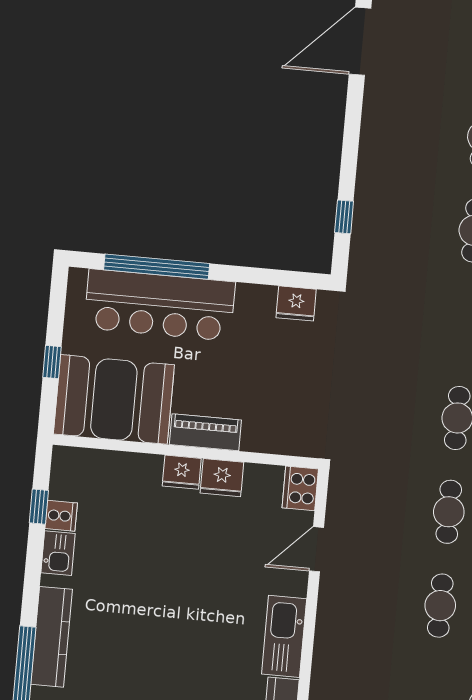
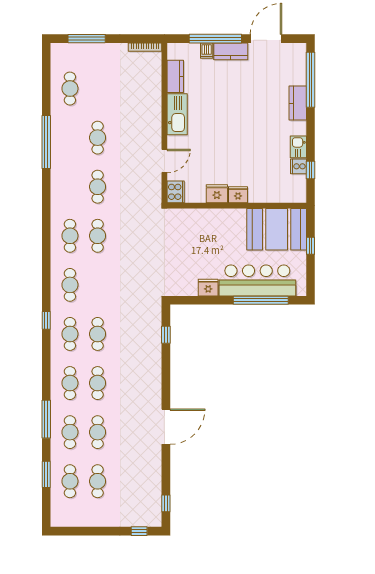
fridge: (296, 303) -> (208, 288), moved
piano: (205, 432) -> (228, 216), removed
kitchen counter: (52, 637) -> (298, 103), width x0.67

